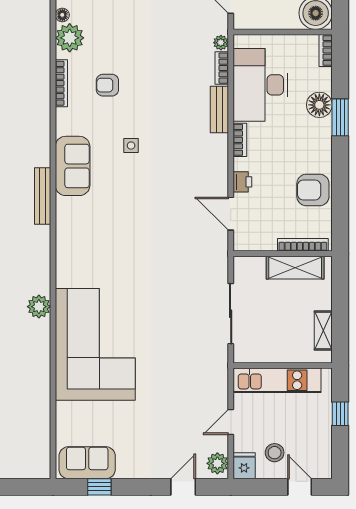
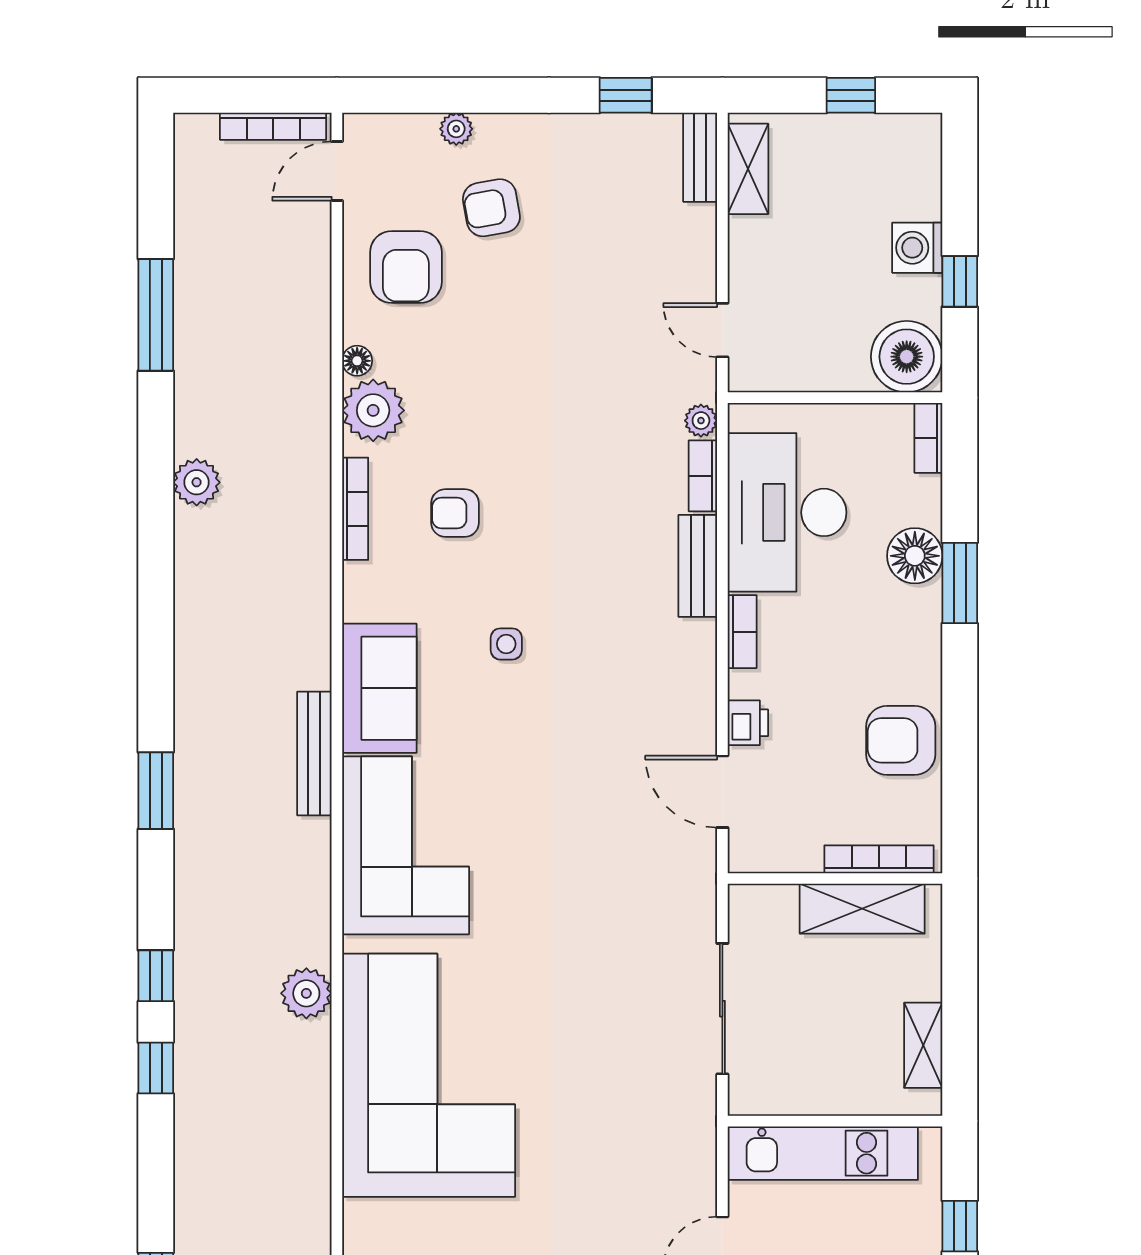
corner sofa: (85, 238) -> (406, 845), added

